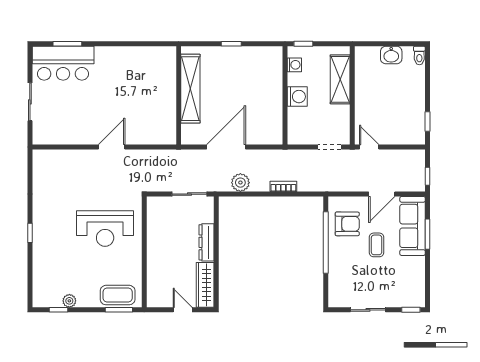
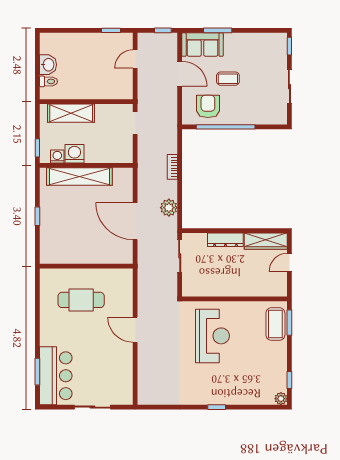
toilet: (419, 56) -> (48, 81), moved
shelving: (190, 89) -> (79, 177), moved
cafe table: (143, 90) -> (81, 300), added
washing machine: (297, 97) -> (74, 154), moved
door: (369, 147) -> (135, 59), moved
sofa: (413, 226) -> (203, 45), width x0.73
plant: (69, 301) -> (281, 399), moved

